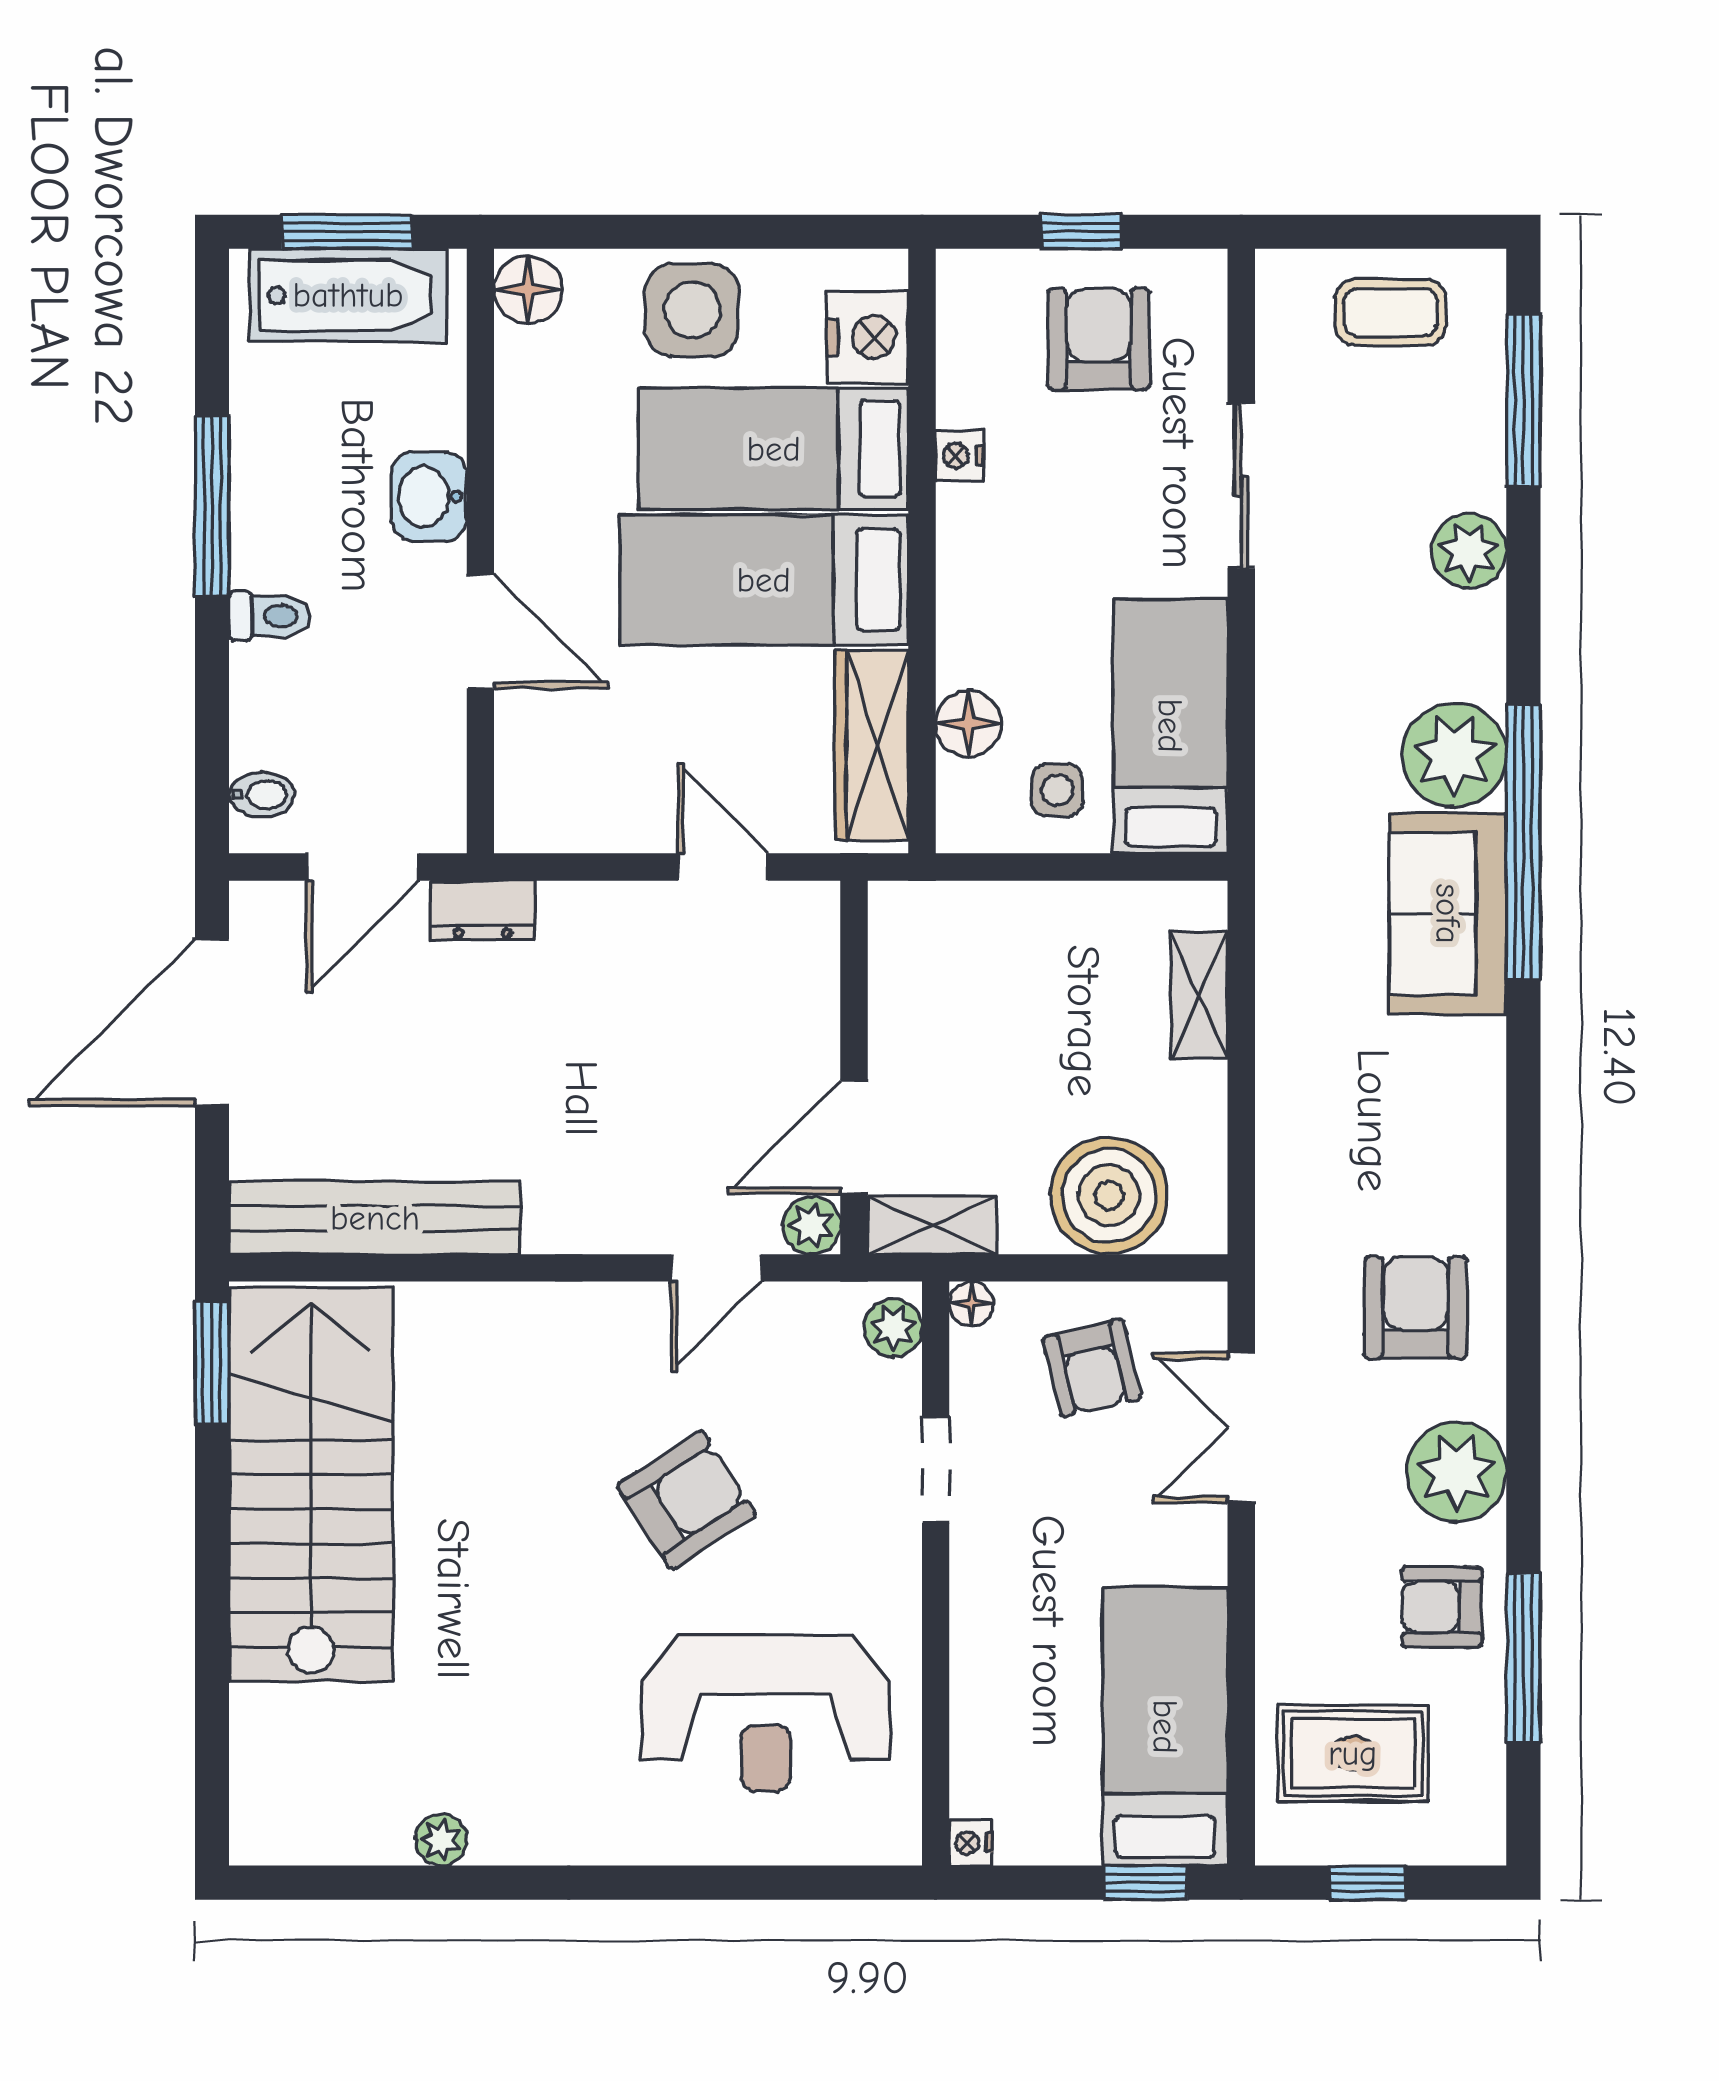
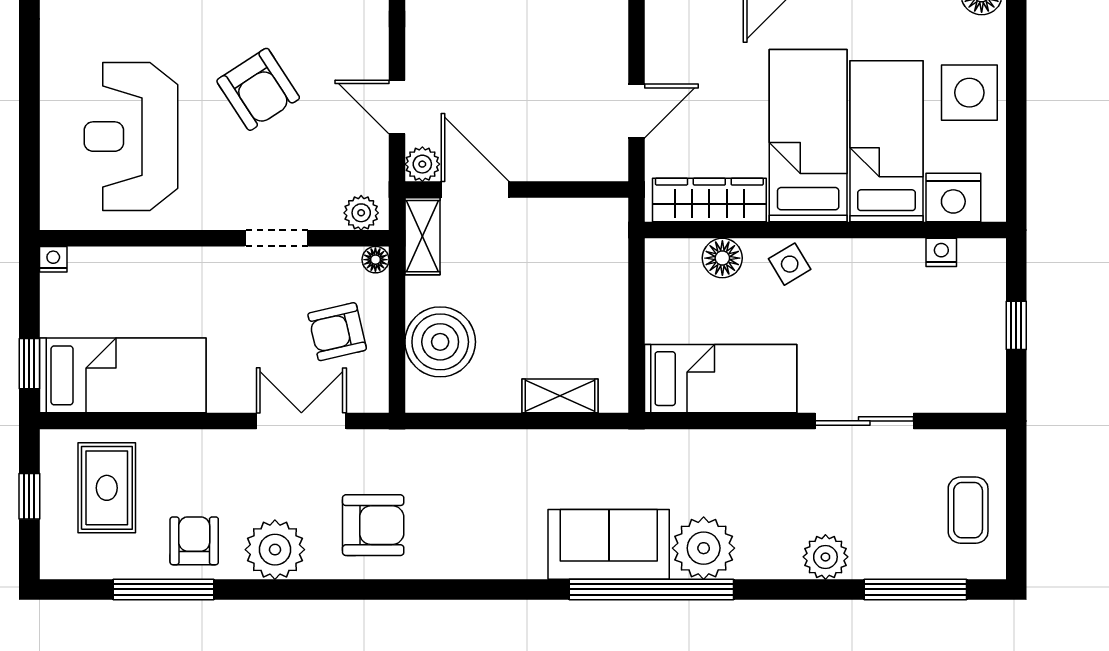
armchair: (1099, 339) -> (952, 336), removed
nightstand: (959, 456) -> (941, 252), moved
side table: (1057, 790) -> (790, 264), moved, turned -31

